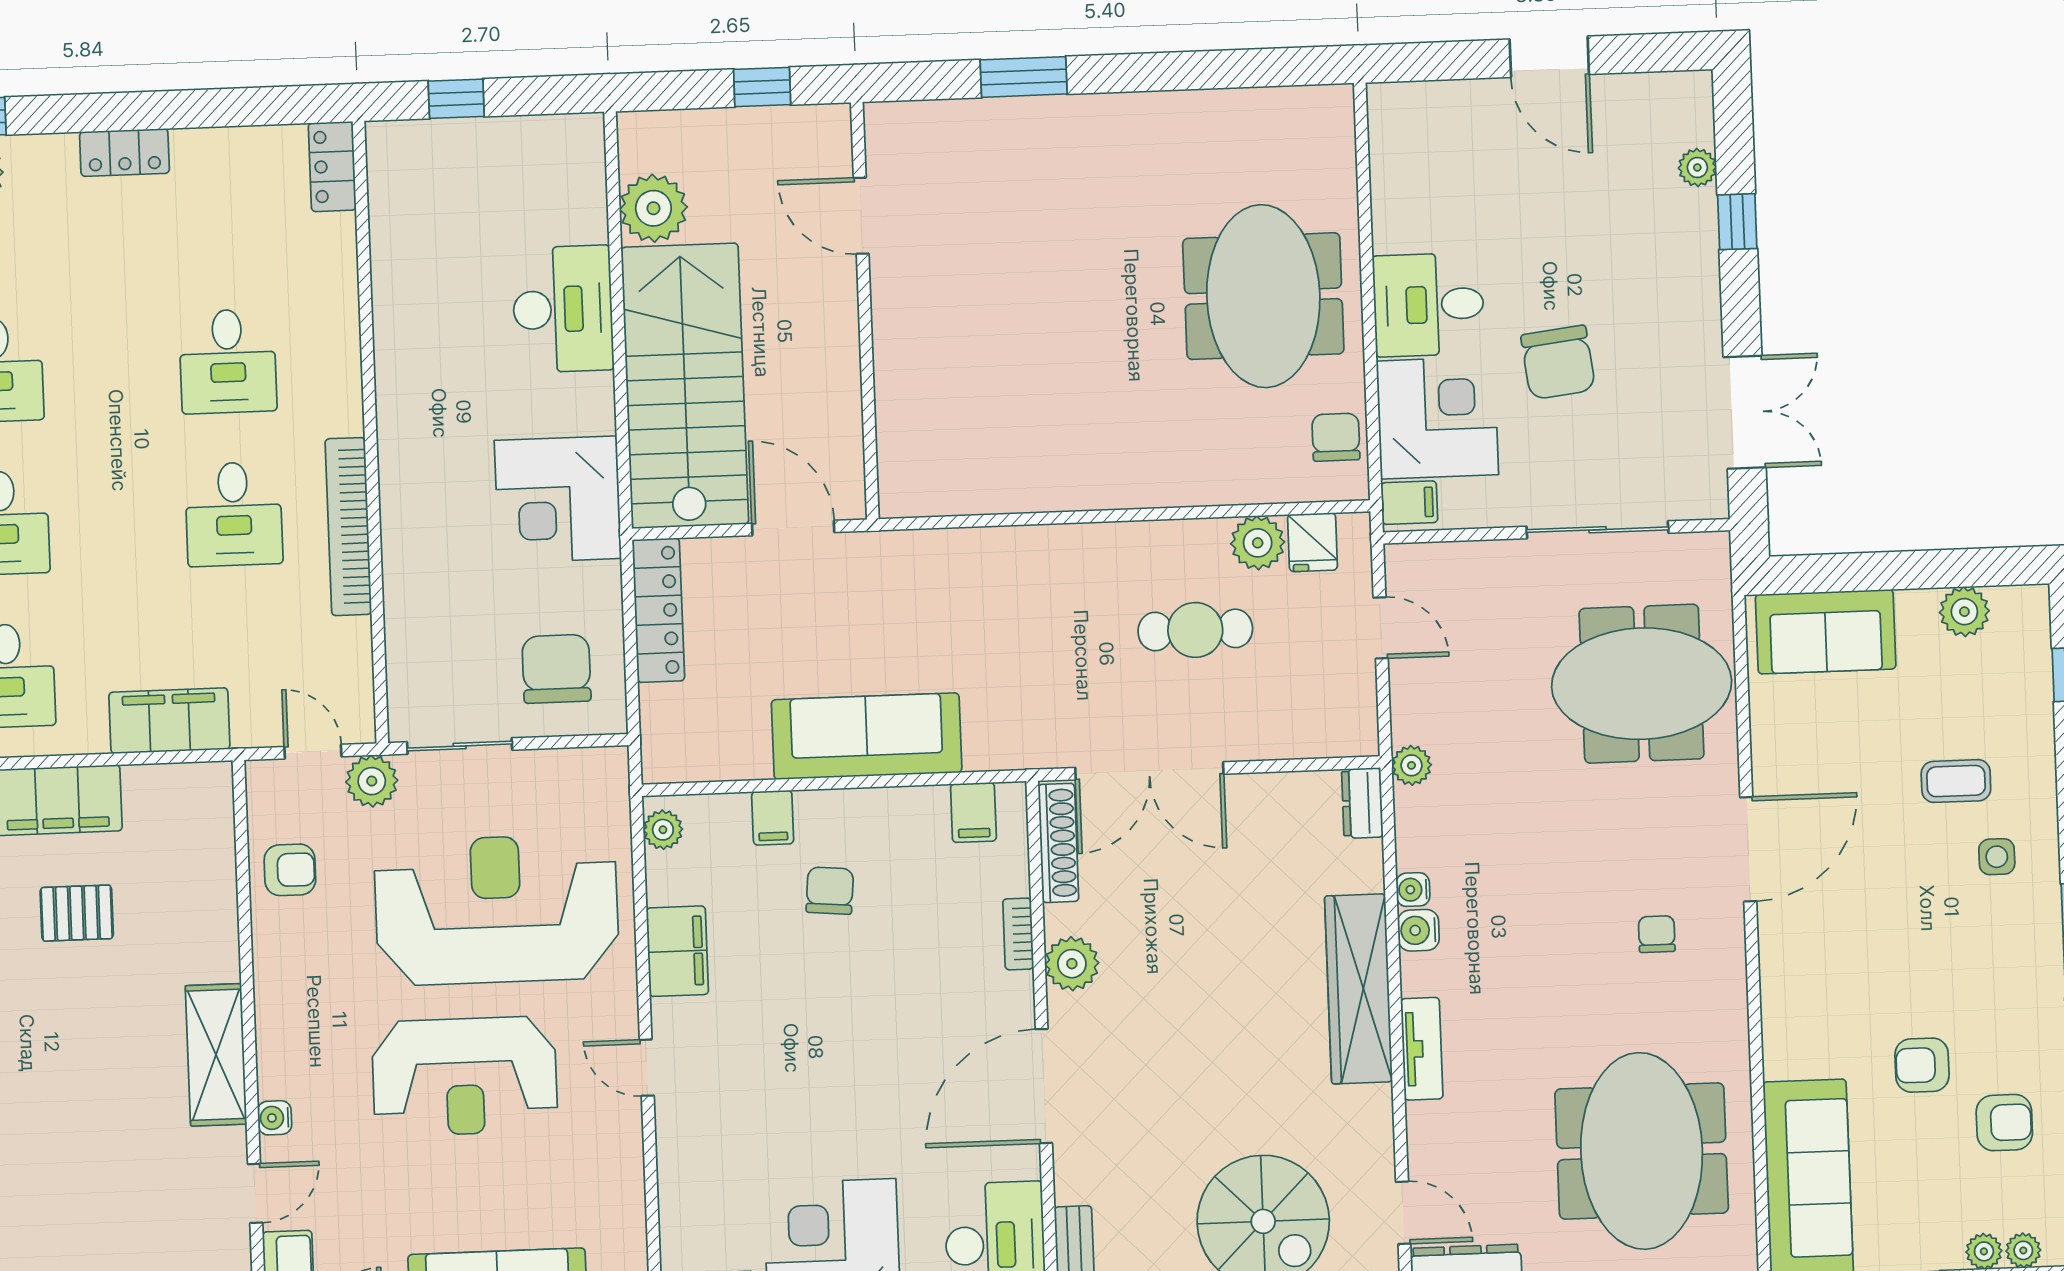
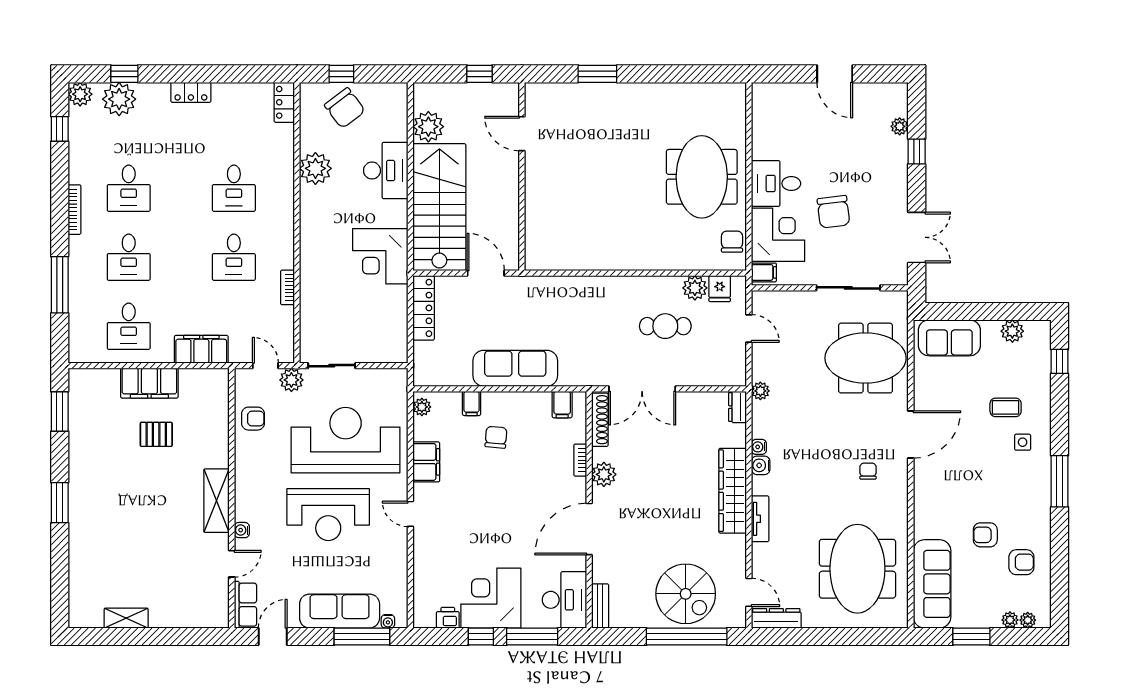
plant: (407, 311) -> (315, 168), added
bookcase: (348, 527) -> (287, 287), width x0.43, depth x0.76
chair: (556, 669) -> (345, 108), moved, turned 143

